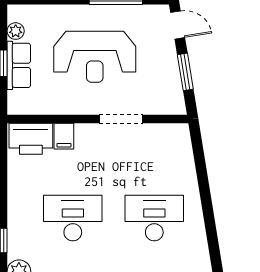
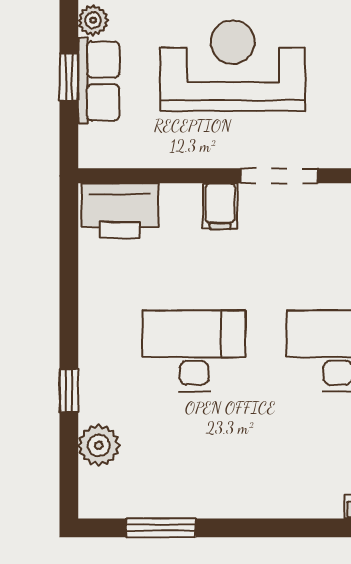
reception desk: (95, 57) -> (233, 66), turned 180
filing cabinet: (64, 136) -> (220, 206), moved

